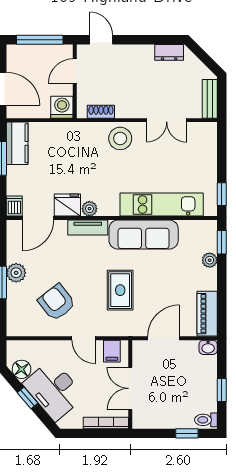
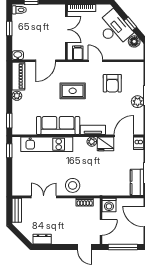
plant: (210, 260) -> (17, 96), moved
rug: (120, 290) -> (73, 91), turned 90
armchair: (57, 302) -> (112, 83), turned 38

